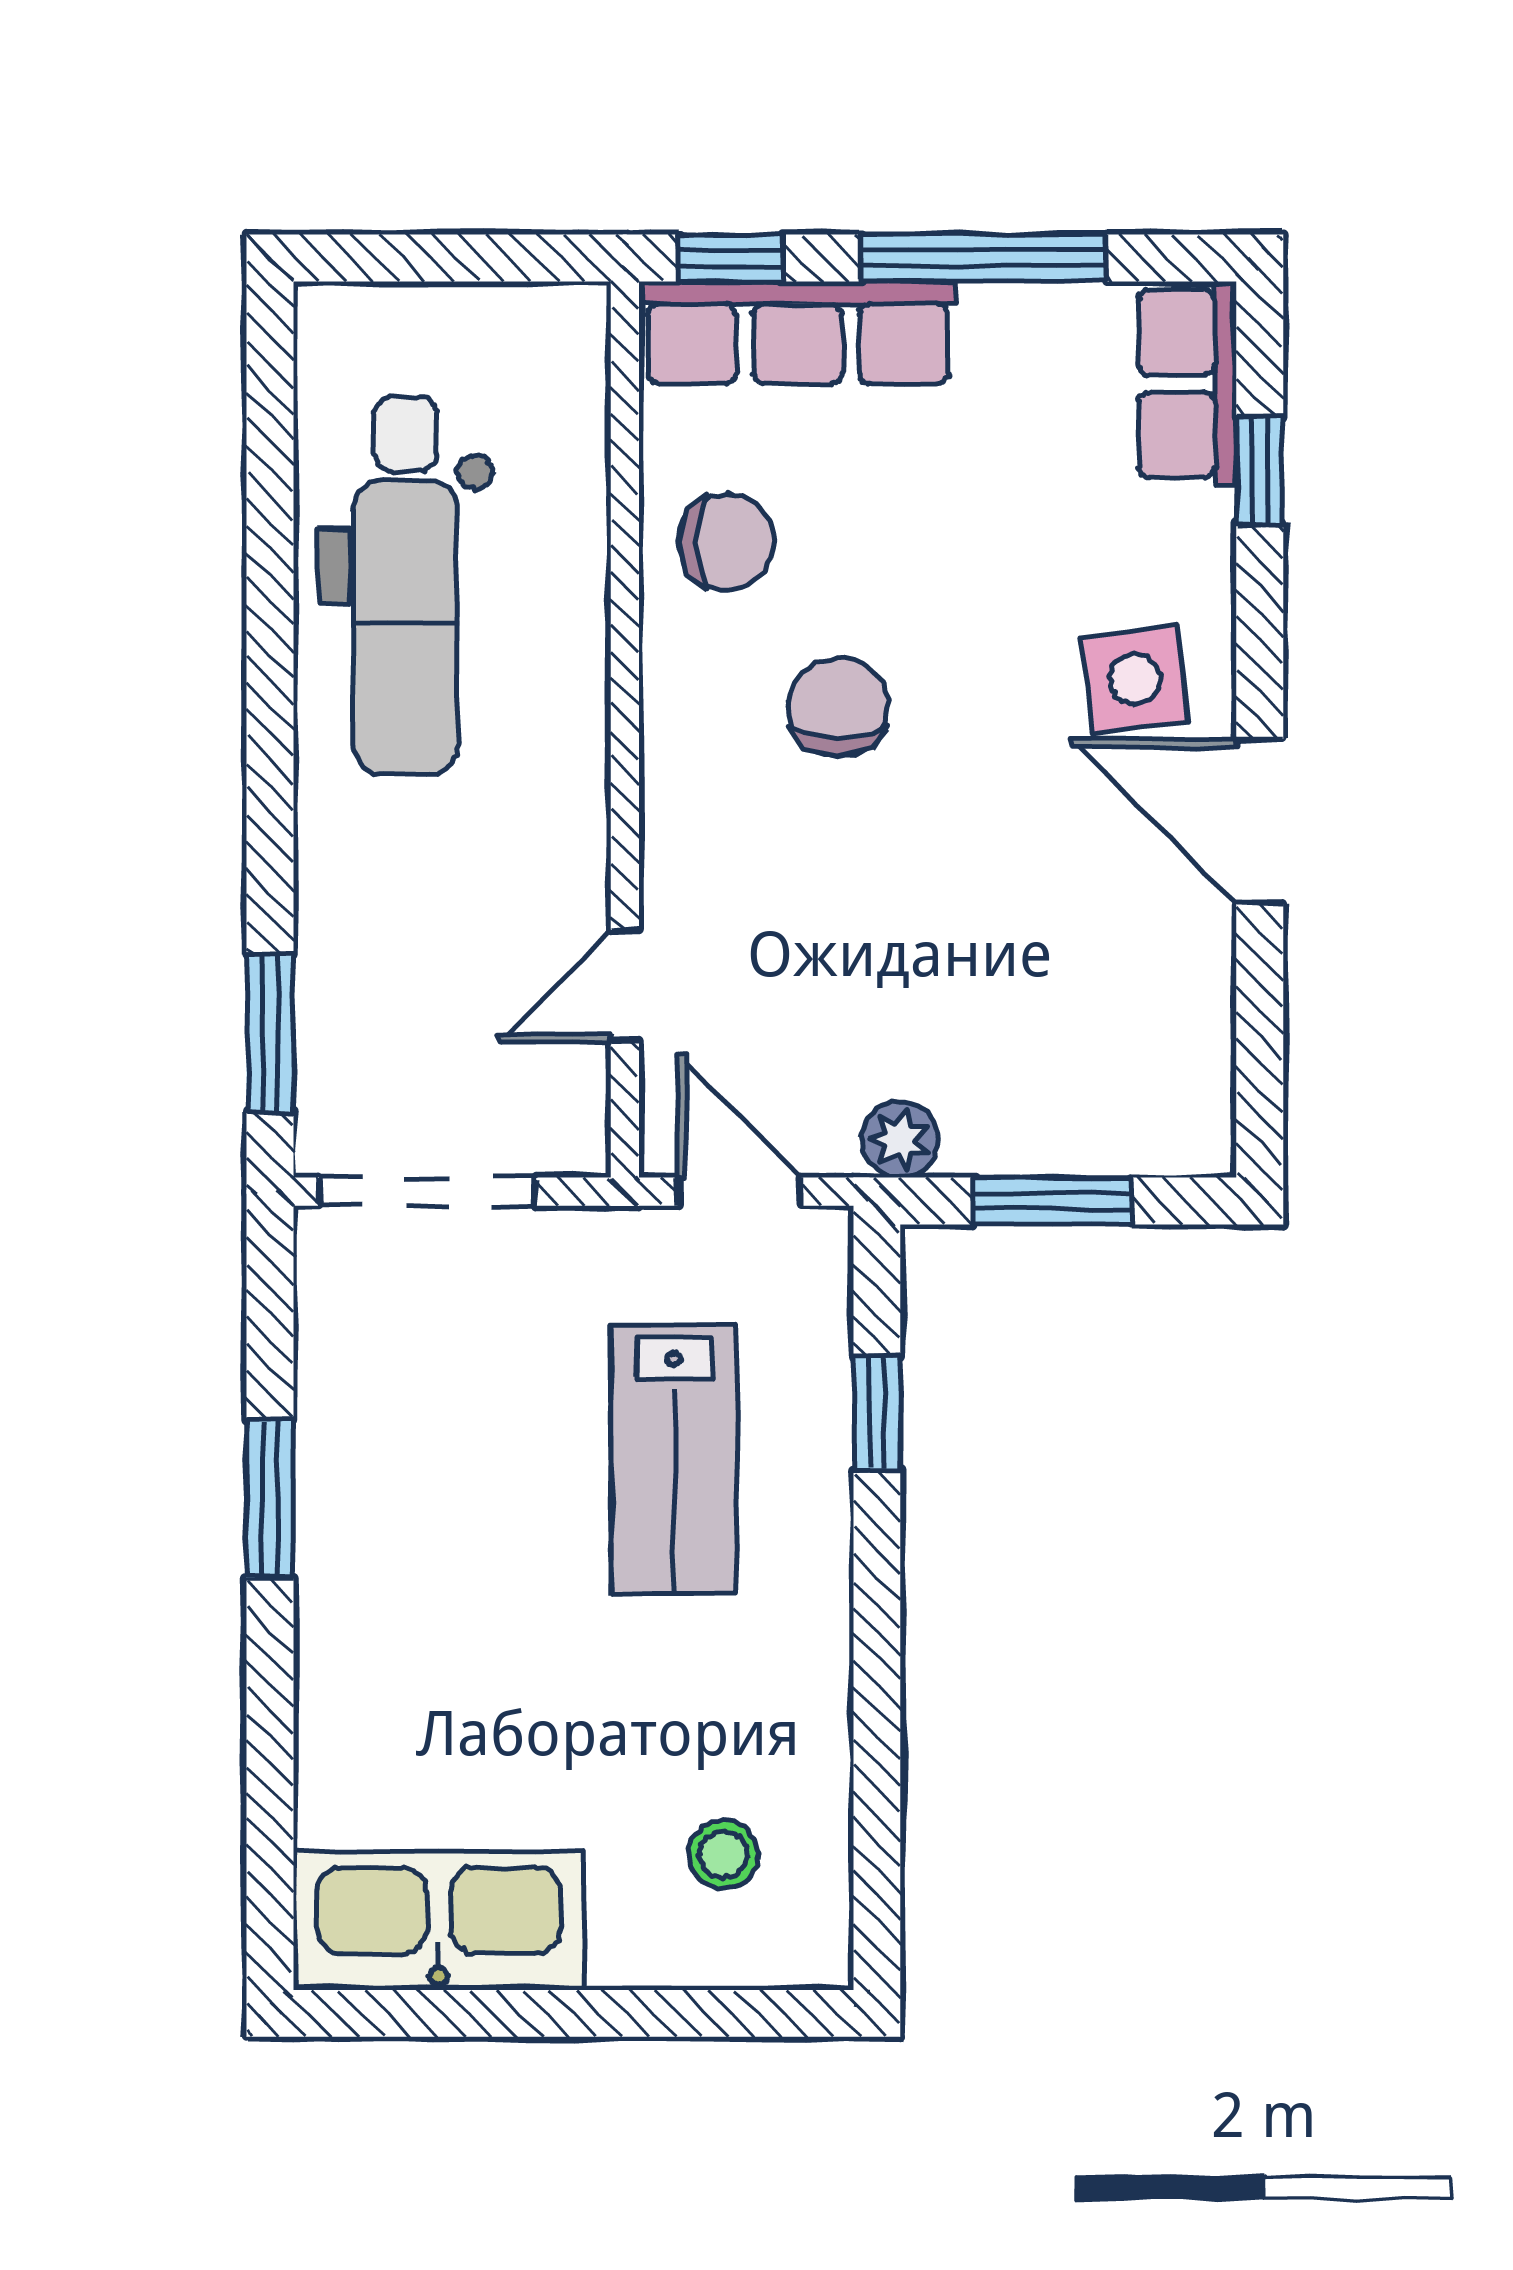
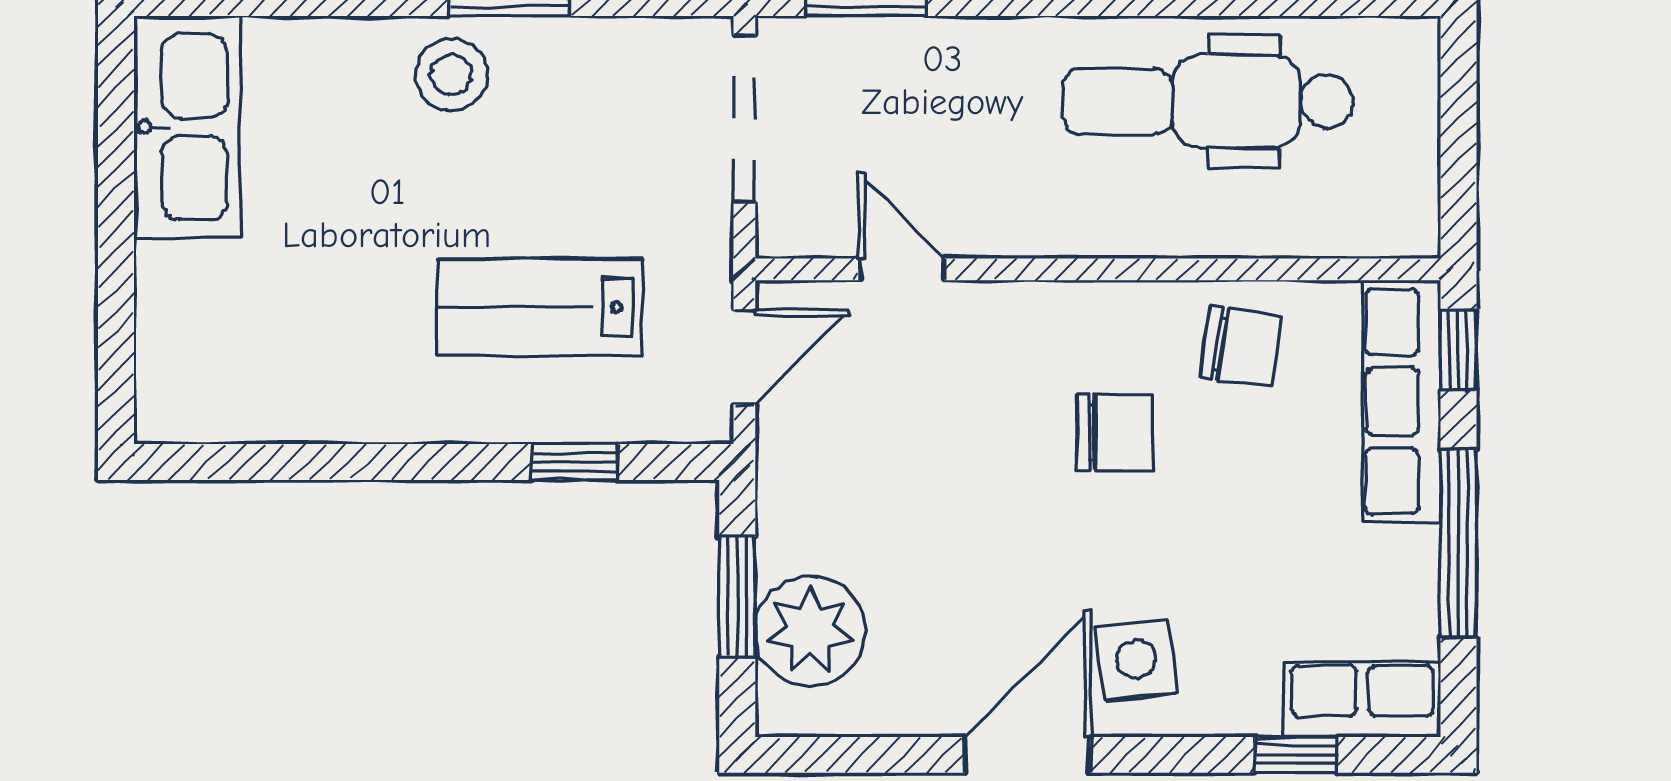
chair: (727, 542) -> (1241, 347), turned -81
plant: (900, 1139) -> (810, 631), moved, width x1.87, depth x1.87
stool: (723, 1854) -> (451, 75), moved, width x1.37, depth x1.37

